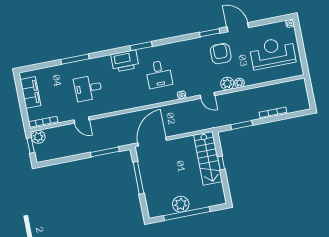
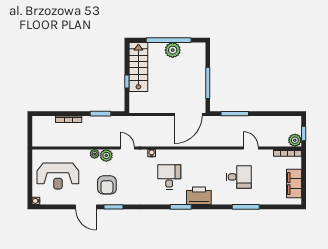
stairs: (208, 158) -> (138, 67), moved

